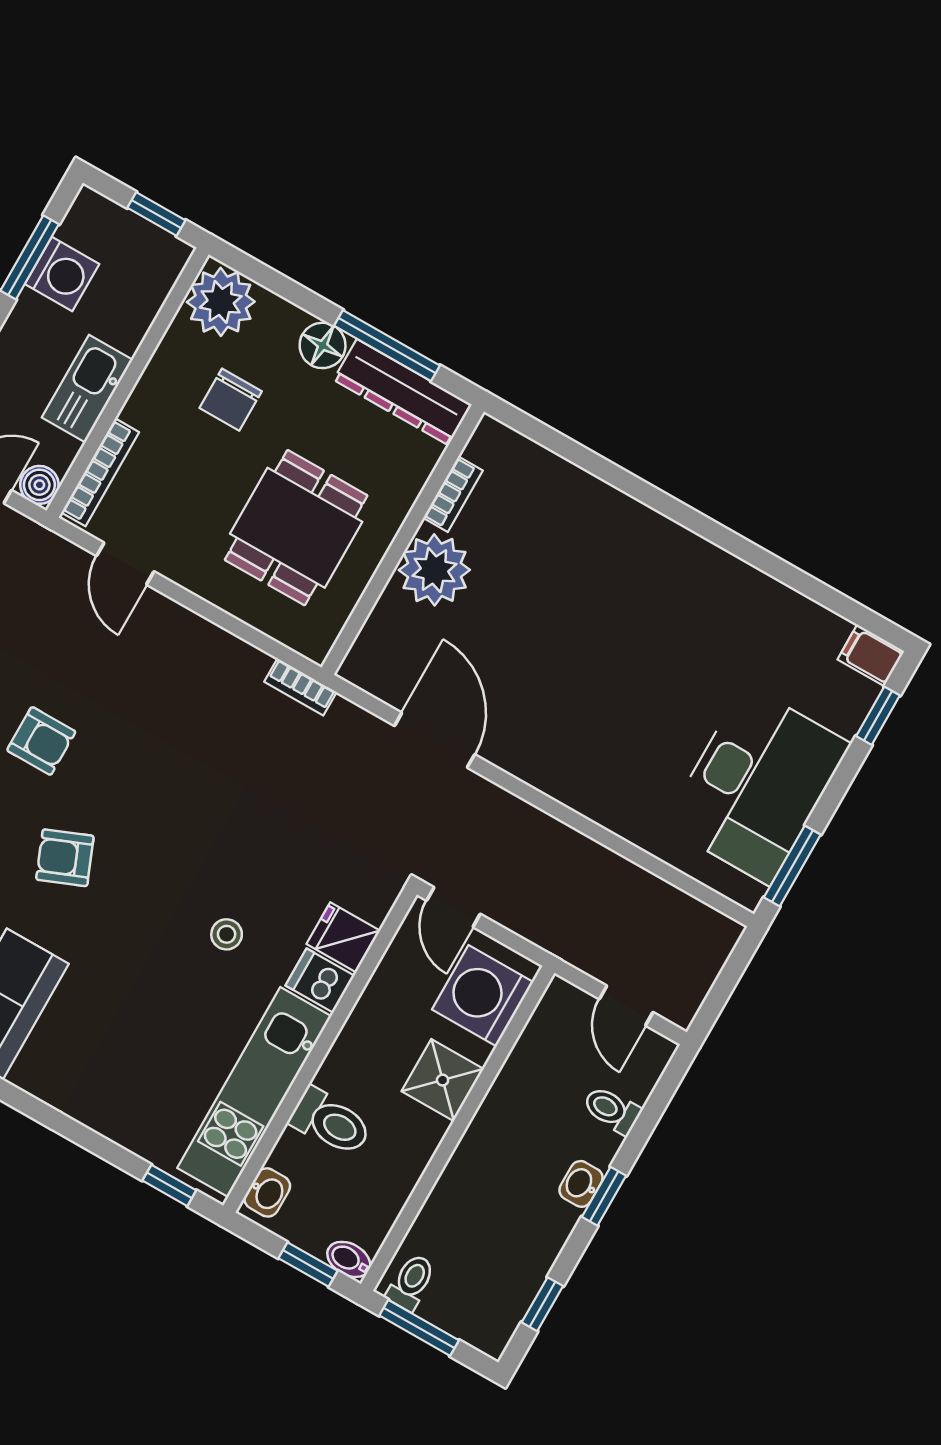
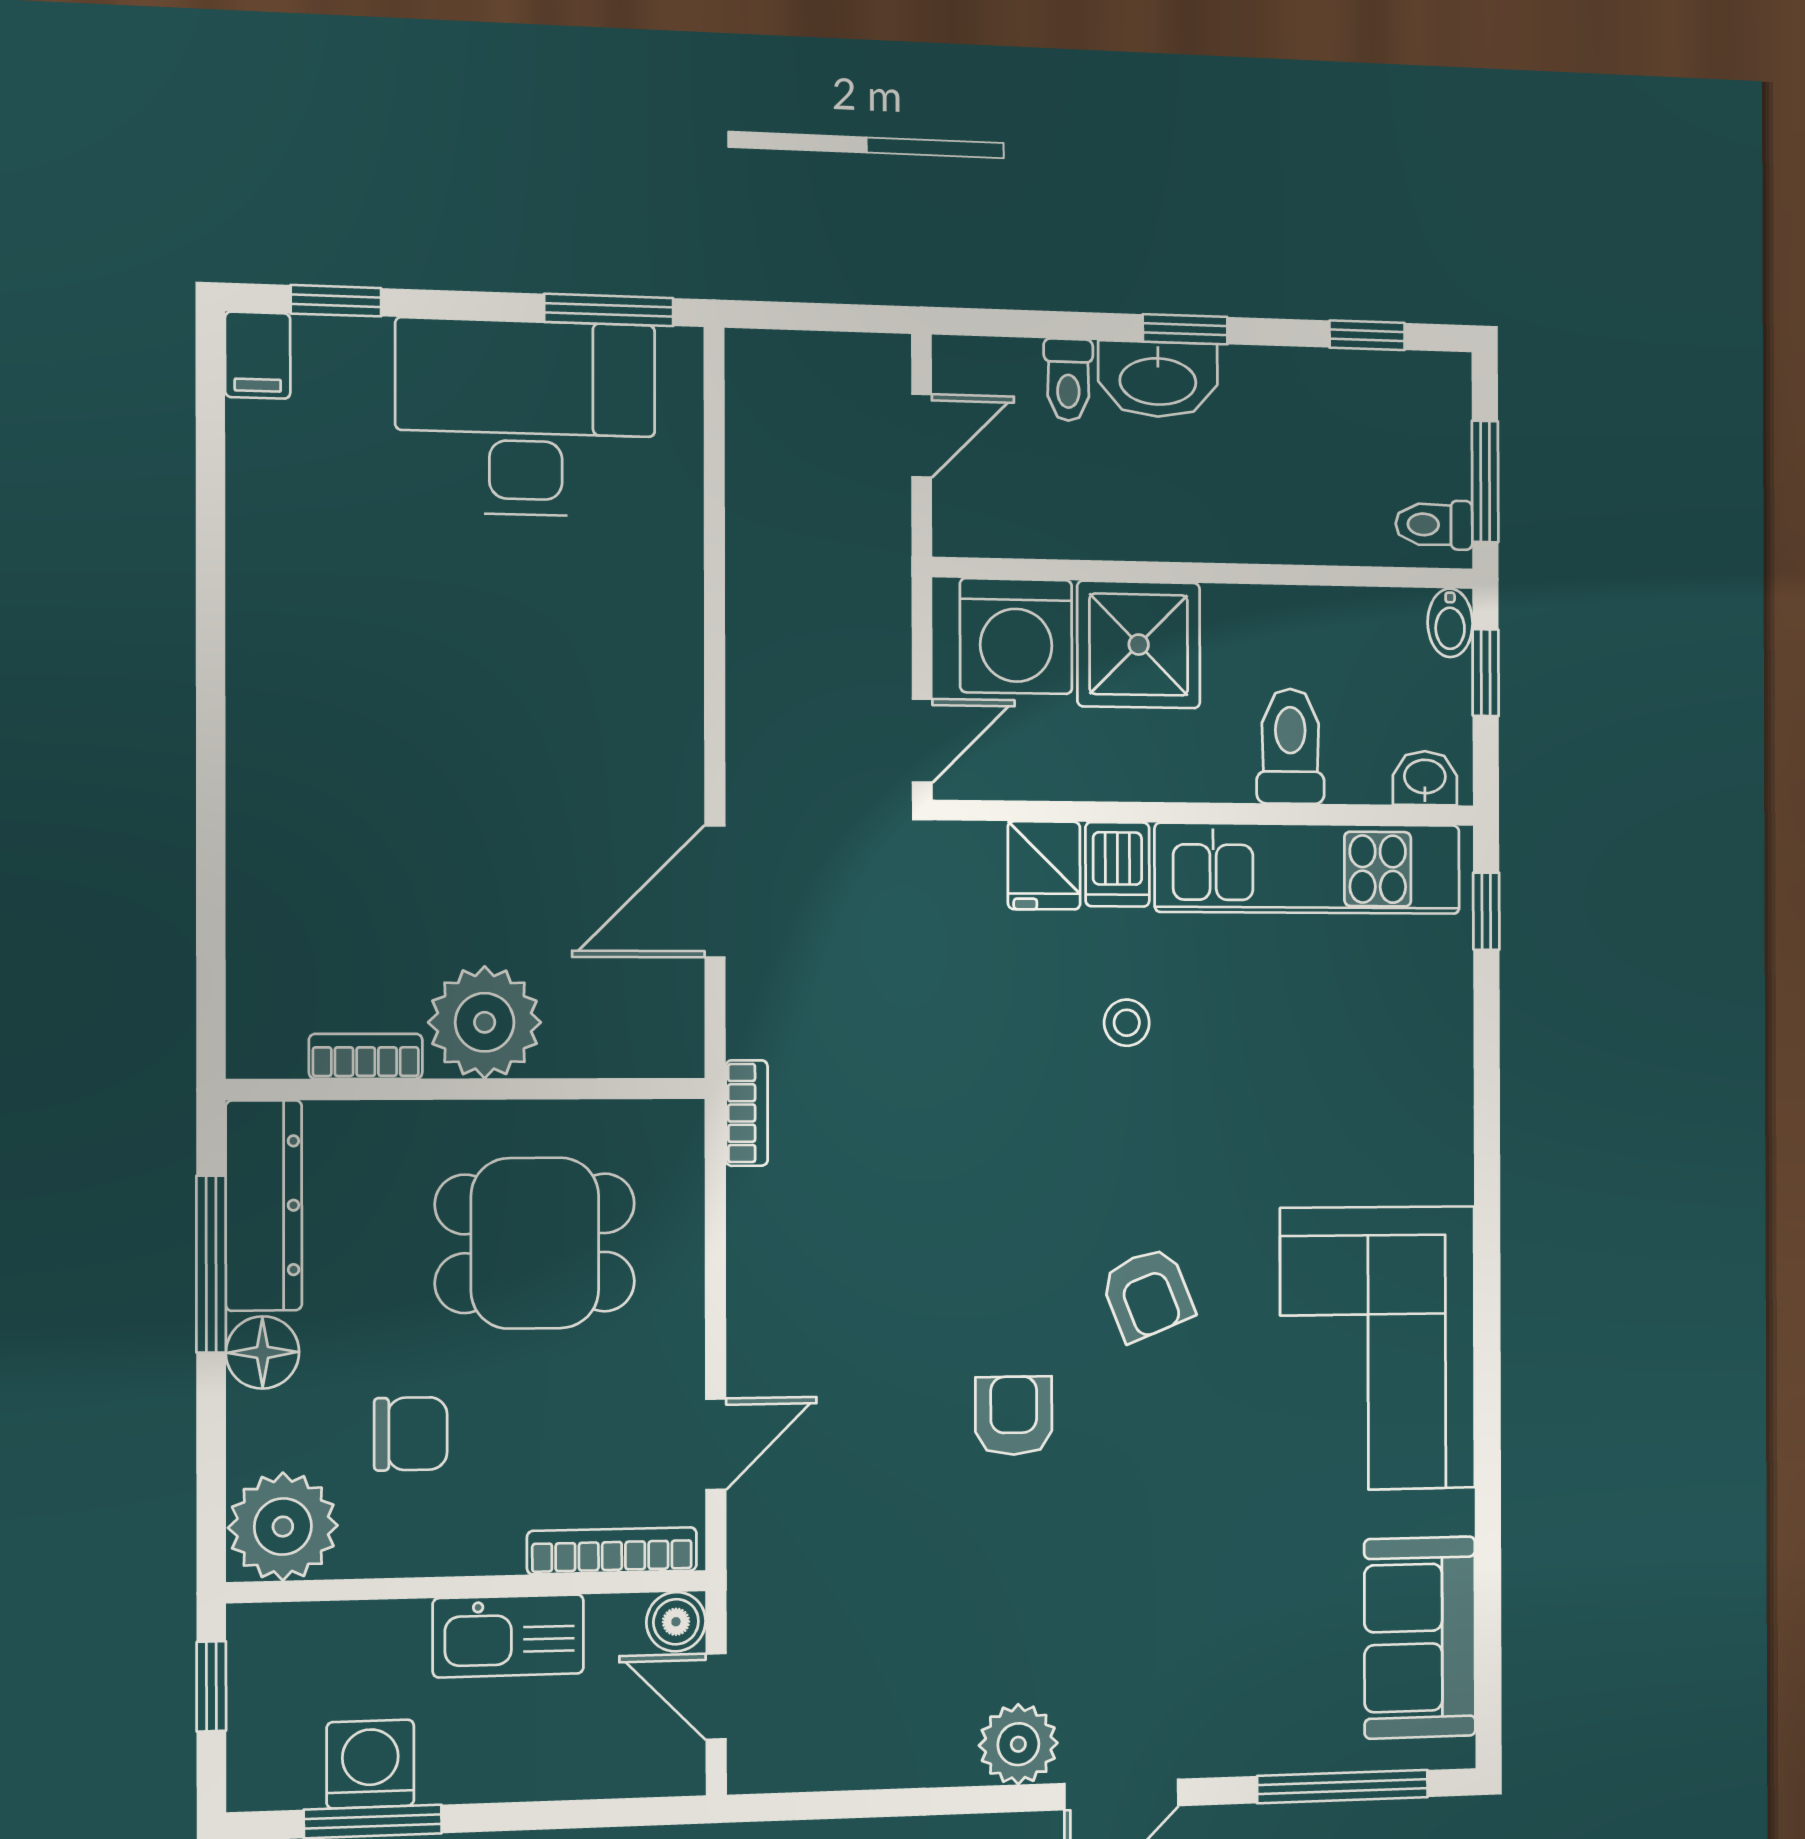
shower: (443, 1080) -> (1139, 645), width x1.36, depth x1.36
washbasin: (581, 1184) -> (1158, 379), width x1.91, depth x1.45

